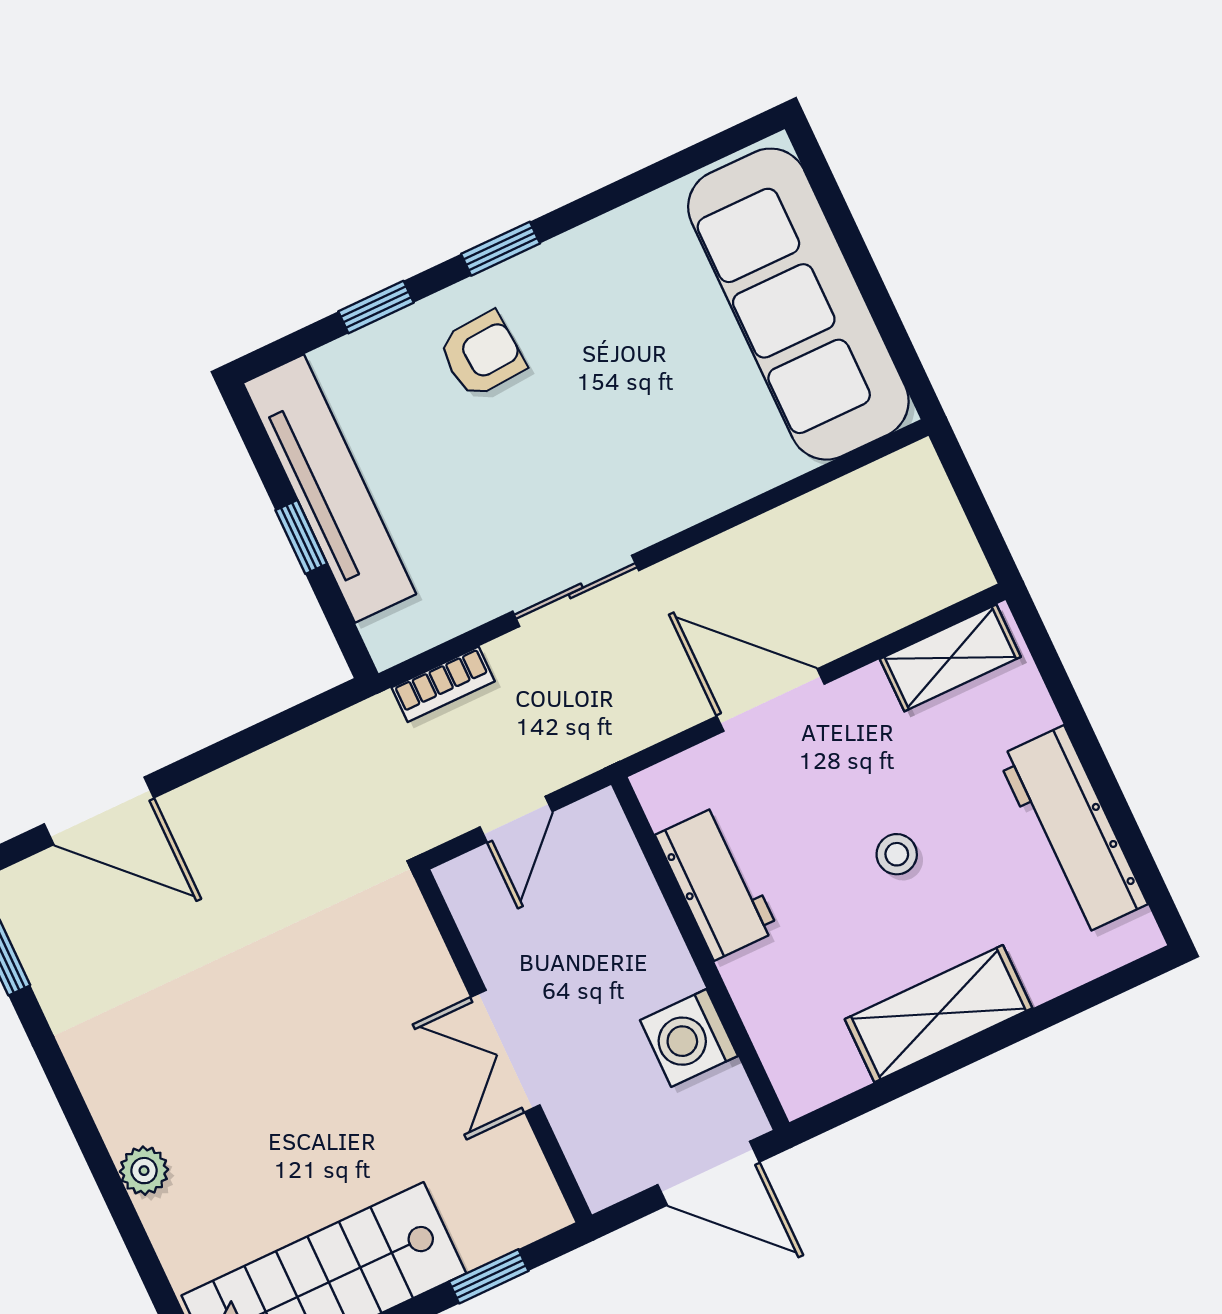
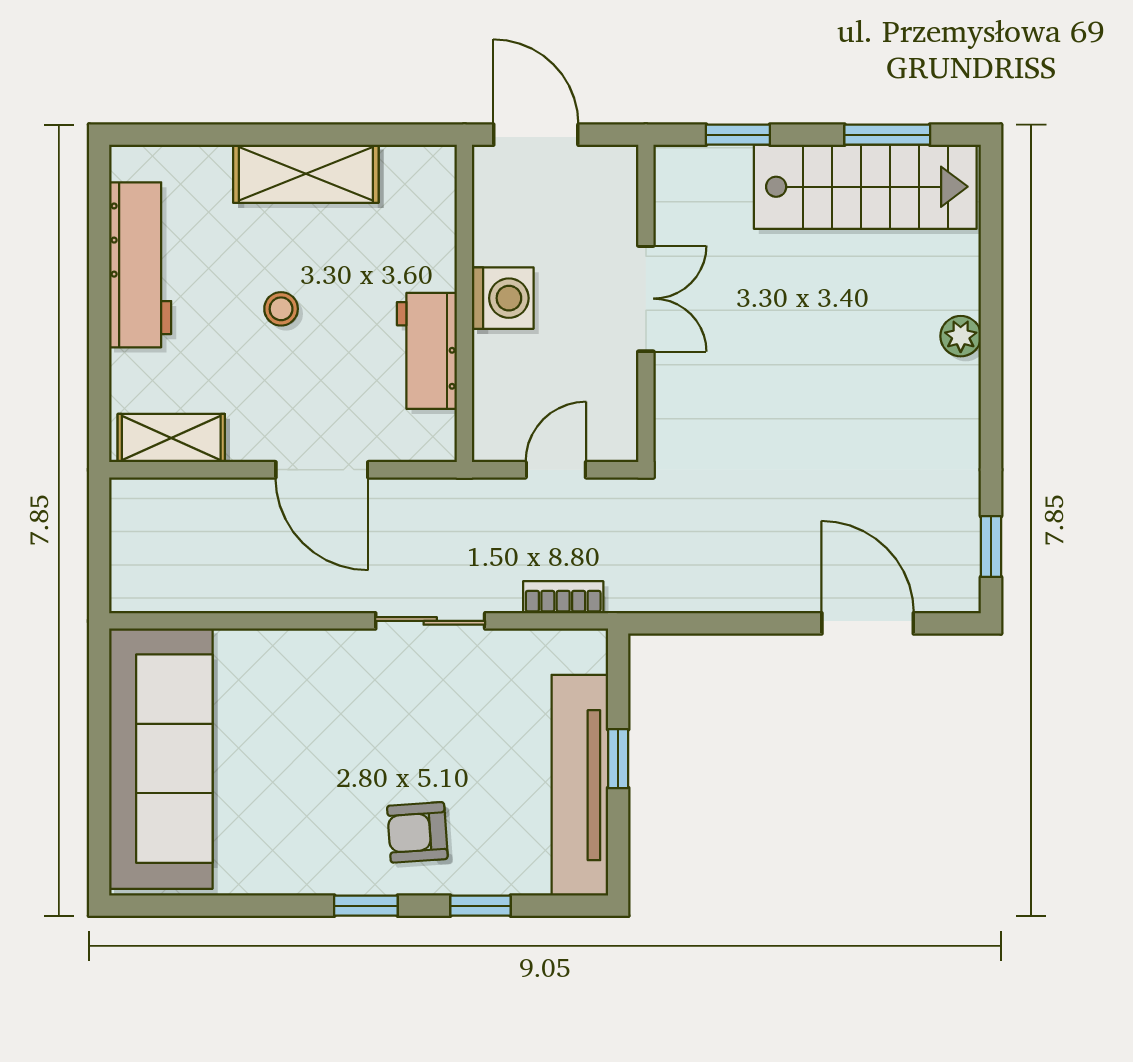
washing machine: (689, 1038) -> (503, 298), moved

